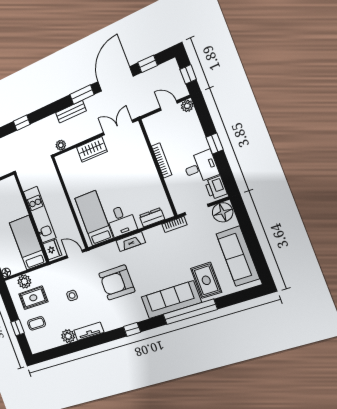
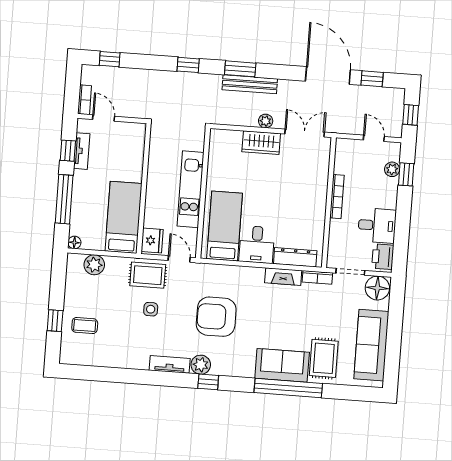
door: (115, 79) -> (328, 75), hinge flipped
window: (82, 95) -> (240, 69), moved
plant: (187, 106) -> (392, 169), moved
bench: (71, 112) -> (250, 84), width x1.36
window: (215, 144) -> (406, 174), moved
plant: (61, 145) -> (266, 121), moved
kitchen unit: (40, 215) -> (191, 189), moved, turned 180
dresser: (152, 217) -> (295, 257), width x1.44
fireplace: (131, 242) -> (283, 277), moved
rug: (33, 298) -> (148, 275), moved
sofa: (171, 300) -> (282, 365), width x0.73
tv unit: (89, 331) -> (170, 364), moved
plant: (68, 336) -> (201, 365), moved

